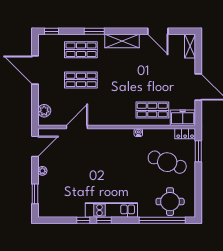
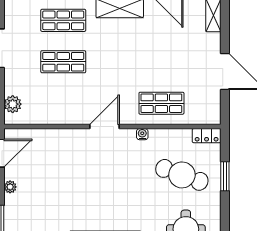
freezer: (183, 118) -> (203, 114), removed
door: (77, 127) -> (104, 127), moved
window: (198, 151) -> (225, 176), moved

